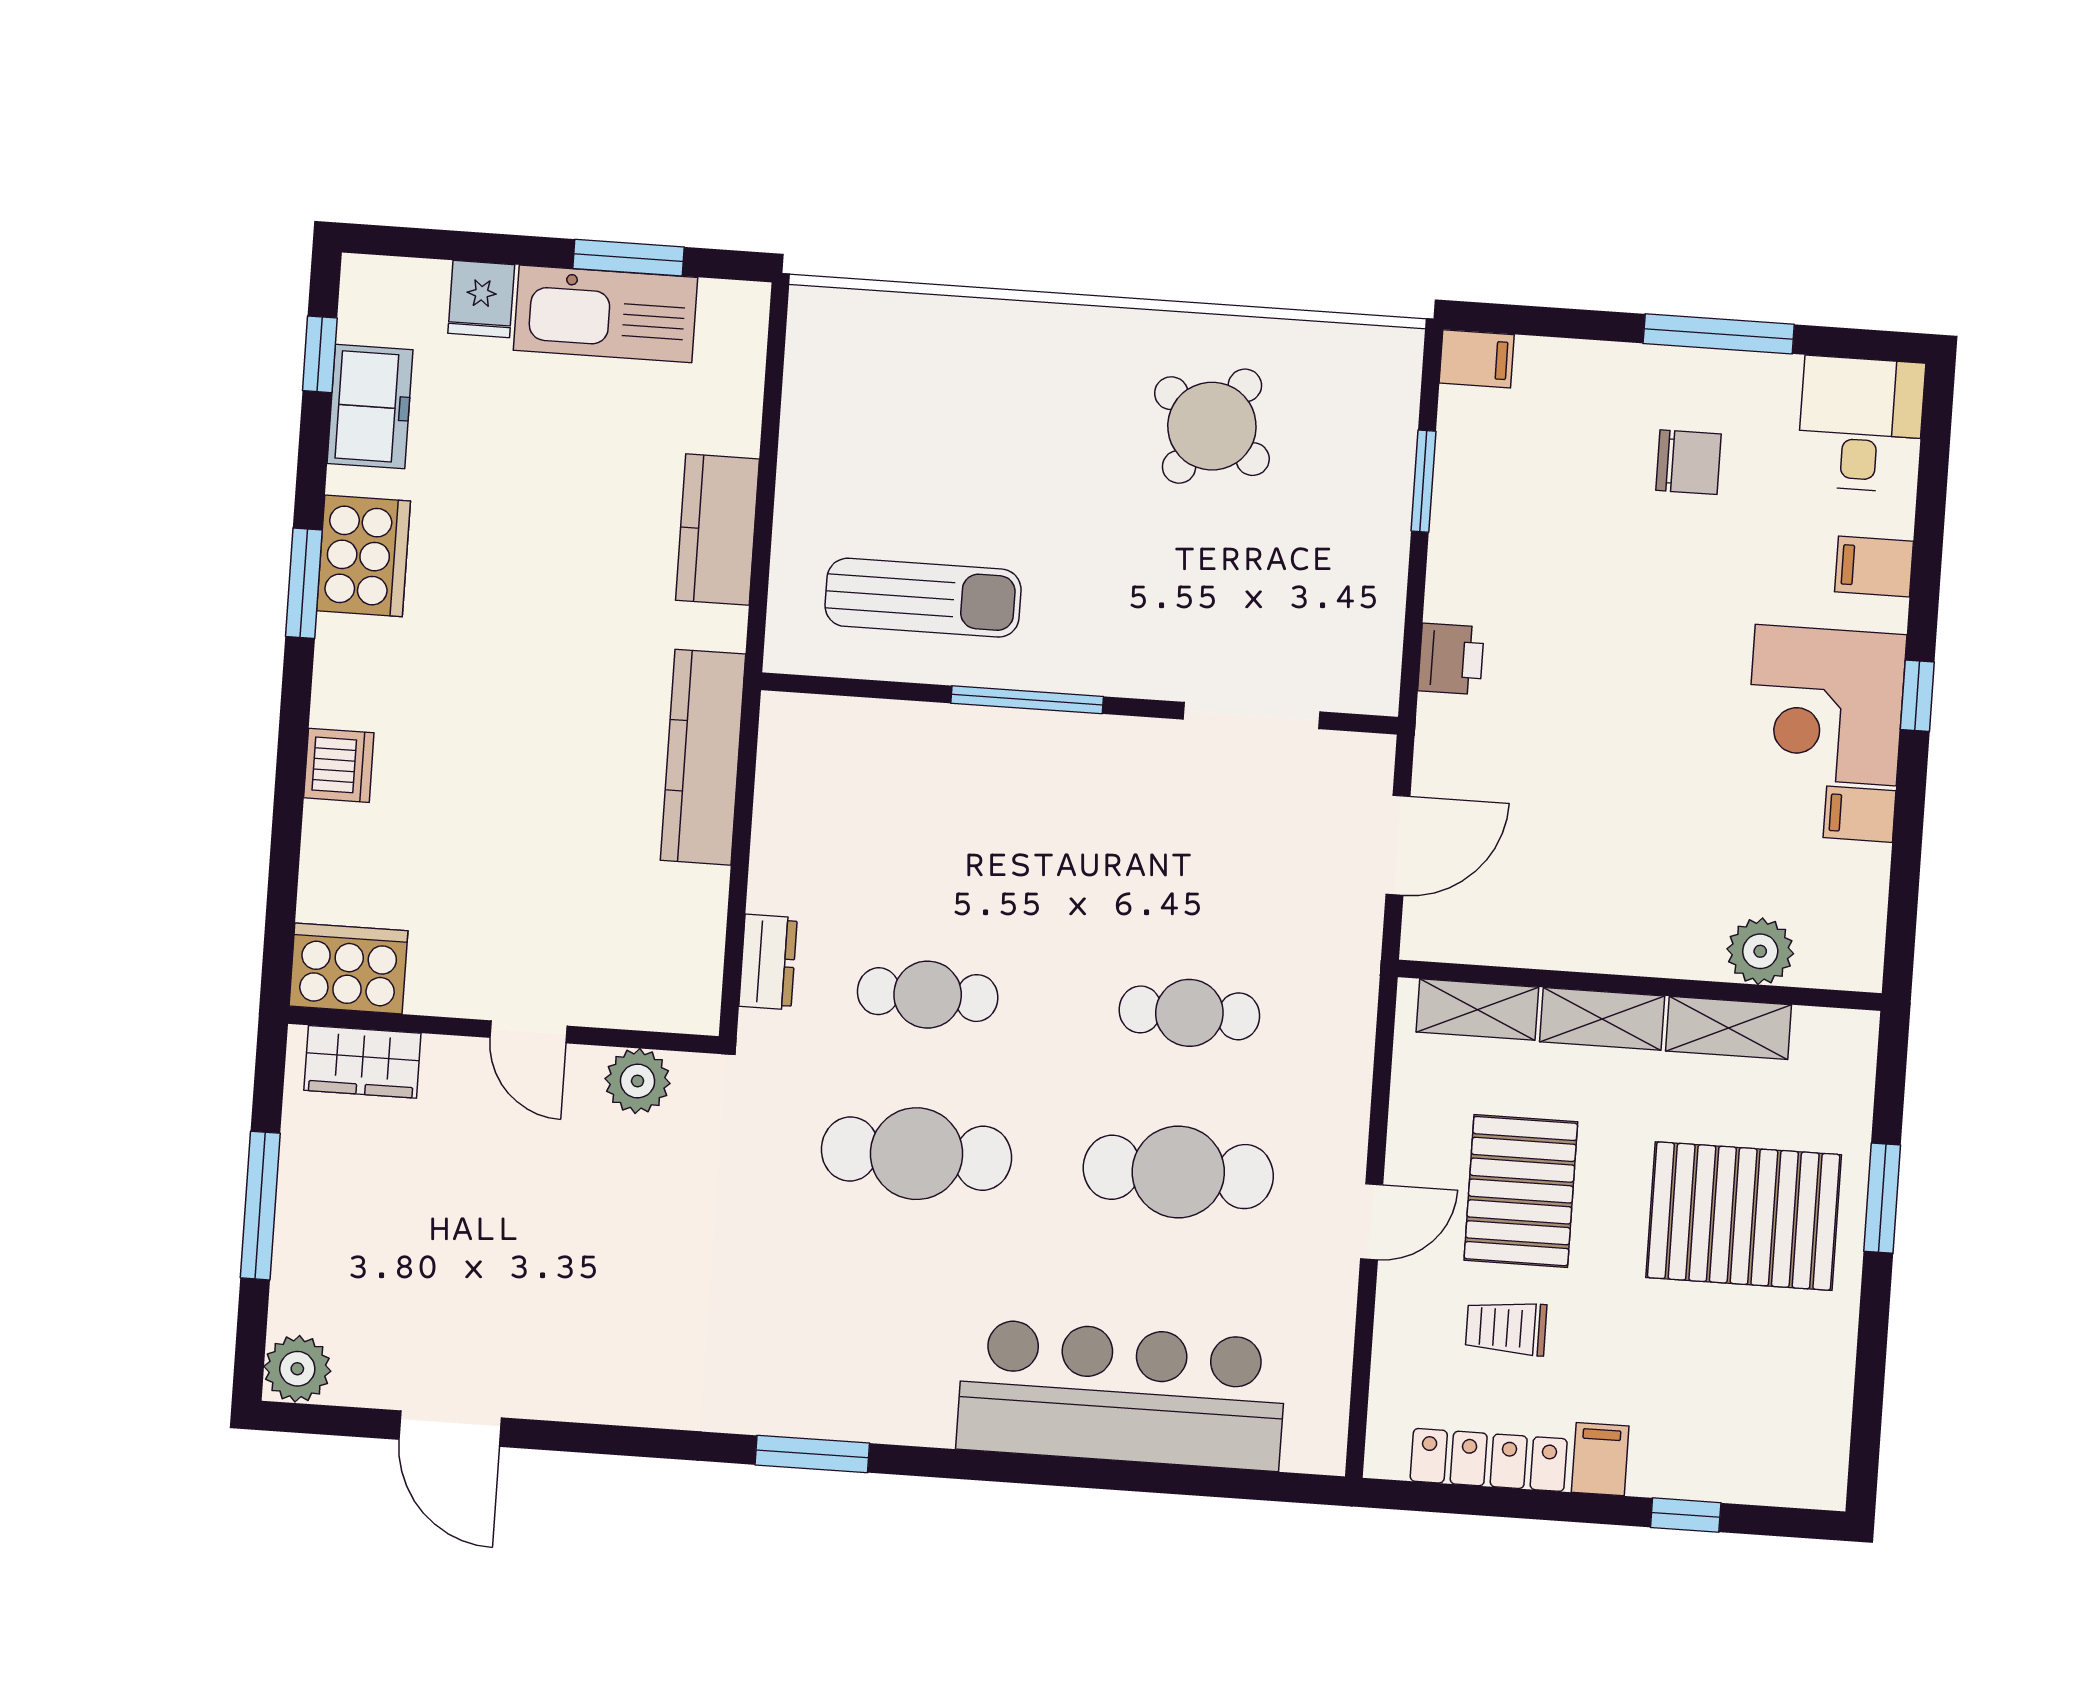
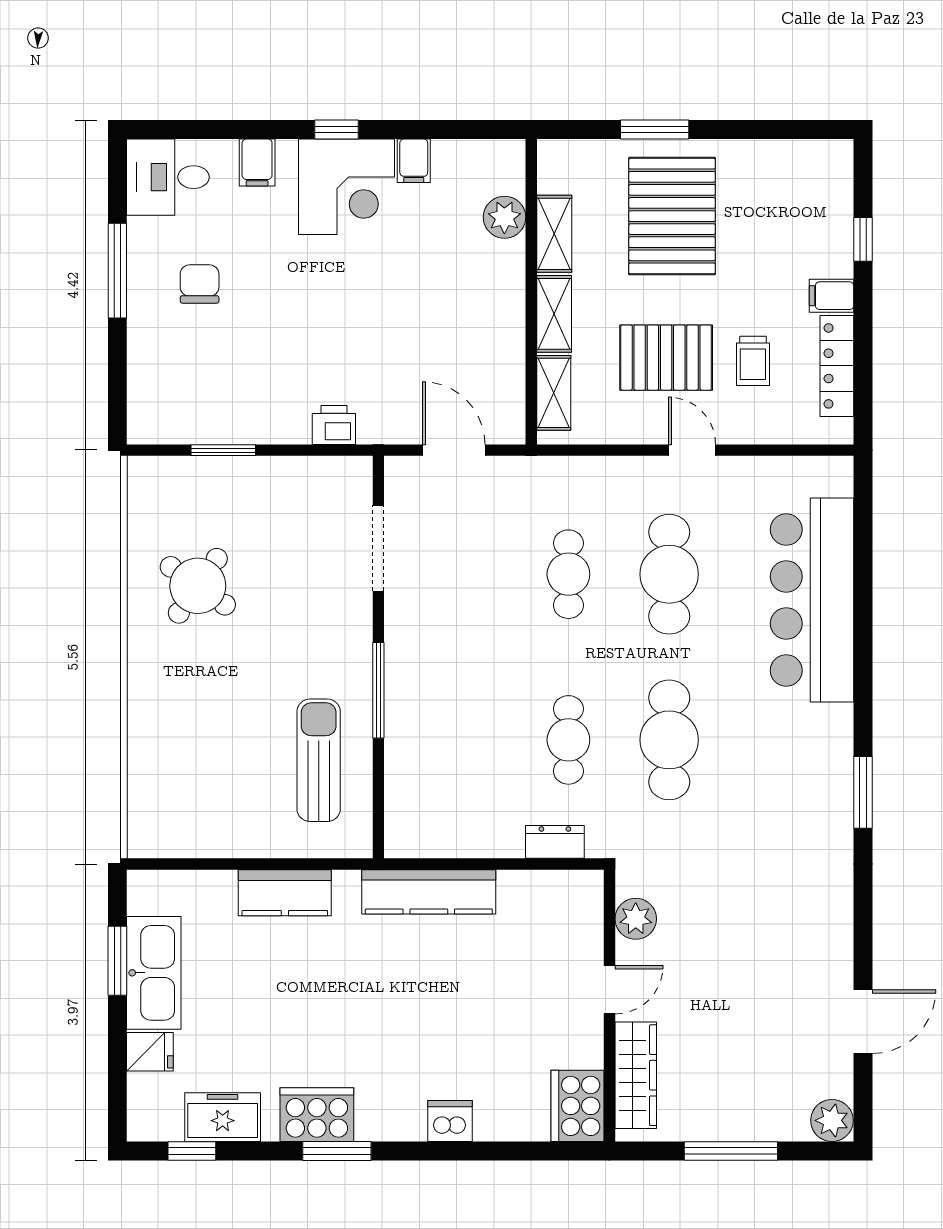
filing cabinet: (1477, 359) -> (144, 422), removed
wardrobe: (362, 1062) -> (636, 1075), width x1.50

